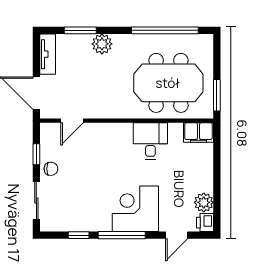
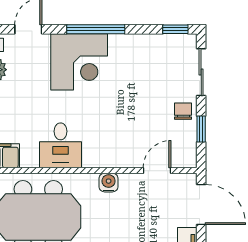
water cooler: (111, 111) -> (109, 183), added
chair: (51, 169) -> (183, 111), turned 90
window: (79, 235) -> (175, 29), moved

